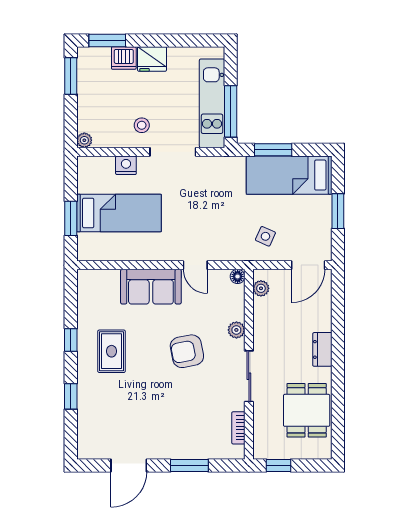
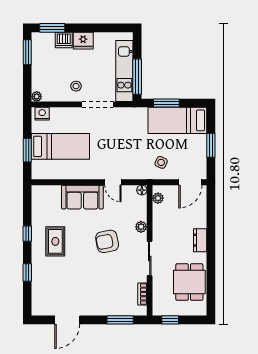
nightstand: (126, 165) -> (42, 114), moved
window: (189, 466) -> (120, 320), moved

